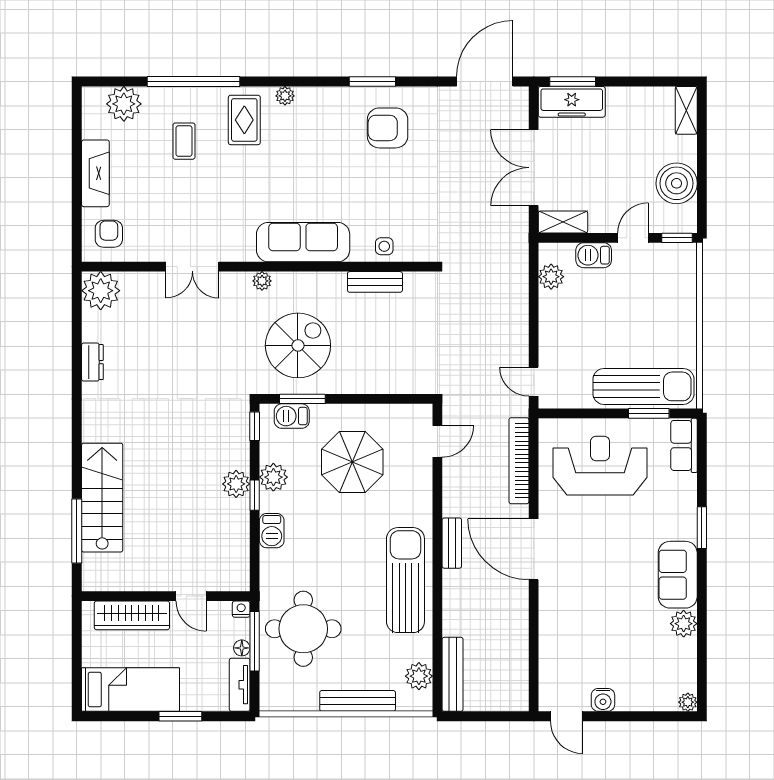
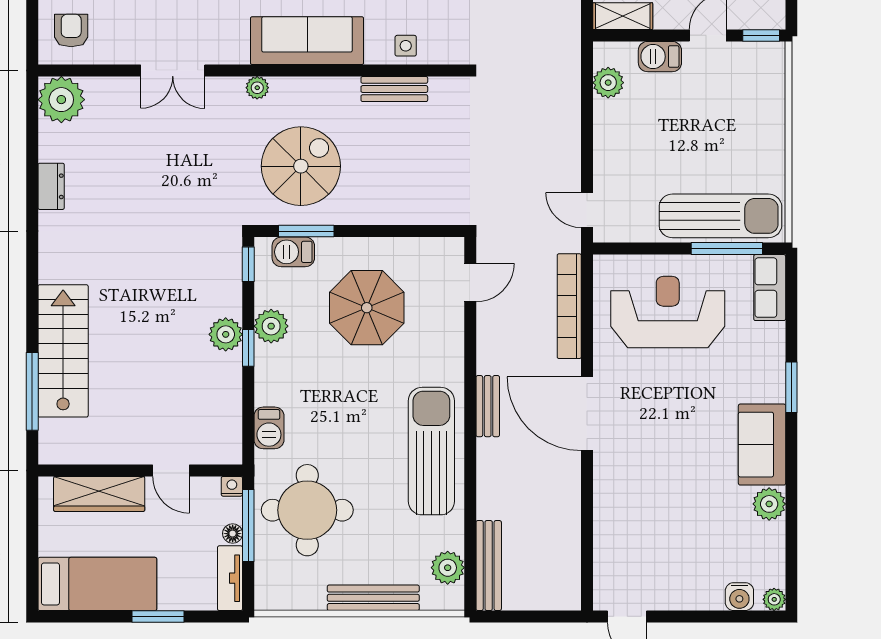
window: (649, 413) -> (727, 249), width x1.44
barbecue: (272, 531) -> (269, 428), moved
water cooler: (603, 700) -> (739, 597), moved

